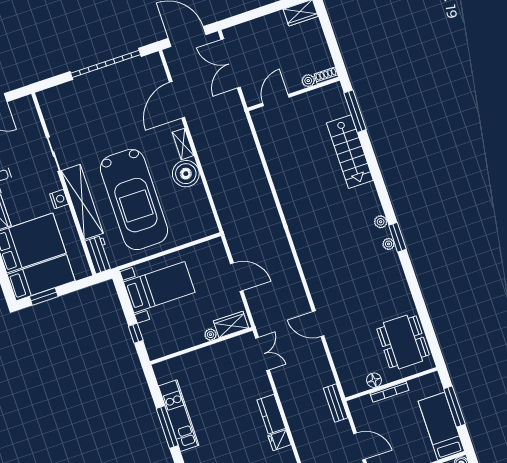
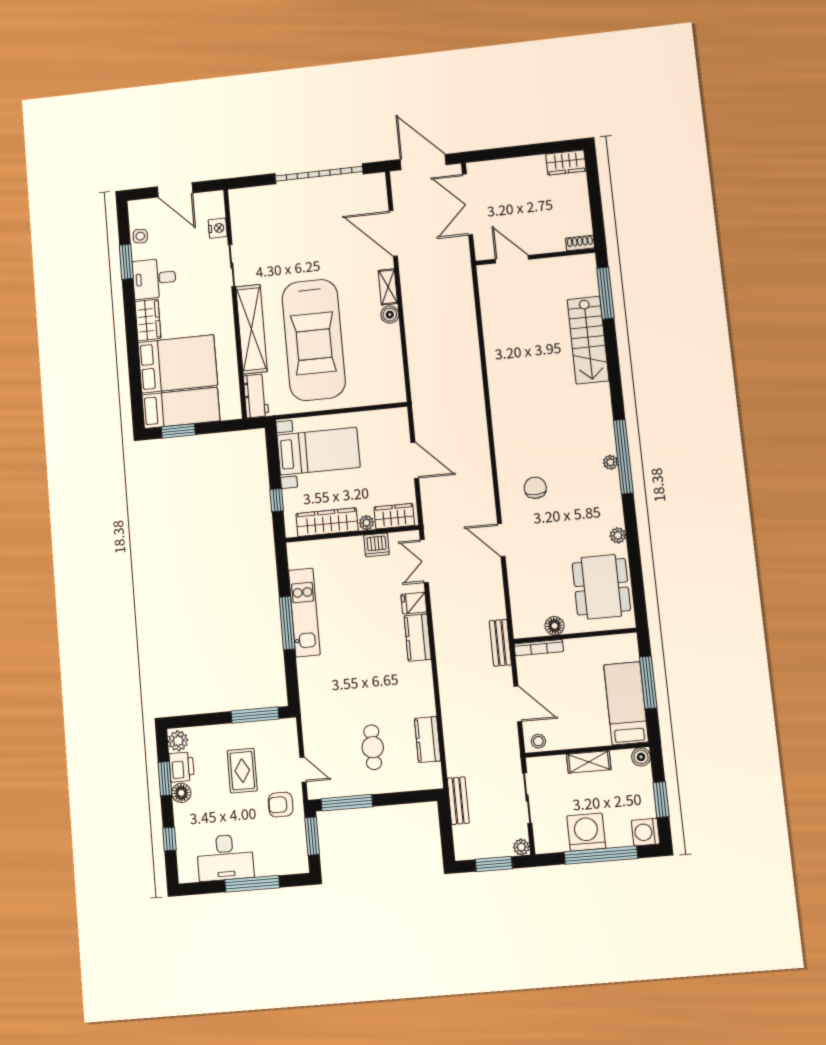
plant: (308, 81) -> (557, 244), removed
door: (177, 100) -> (393, 234), hinge flipped
door: (276, 100) -> (512, 259), hinge flipped
boiler: (186, 174) -> (390, 315), width x0.54, depth x0.54
nightstand: (59, 199) -> (218, 228), moved
plant: (381, 222) -> (618, 535), moved
window: (397, 237) -> (623, 457), width x2.11
chair: (335, 277) -> (535, 488), added
wardrobe: (179, 341) -> (327, 522), added
dishwasher: (222, 350) -> (377, 545), added
double door: (263, 354) -> (424, 561), swing flipped
bookcase: (389, 392) -> (539, 648), moved
fridge: (280, 440) -> (414, 603), moved

